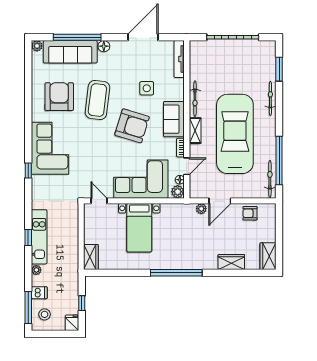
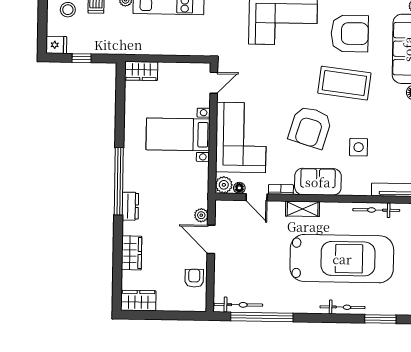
bicycle: (195, 99) -> (376, 210), moved
car: (235, 134) -> (342, 259), moved
dresser: (195, 263) -> (130, 206), added

